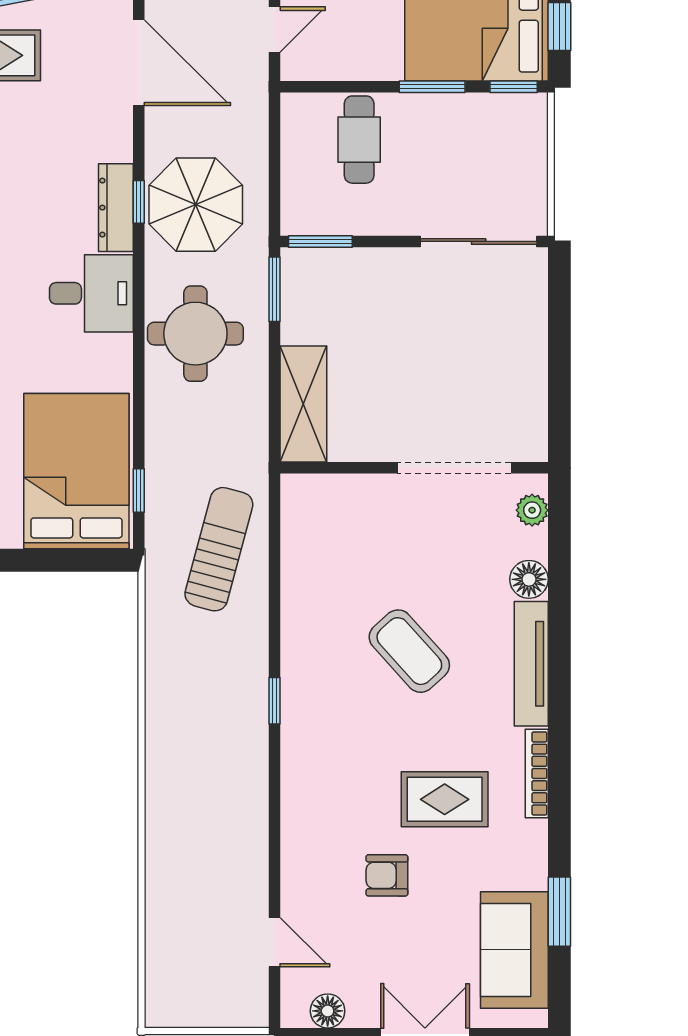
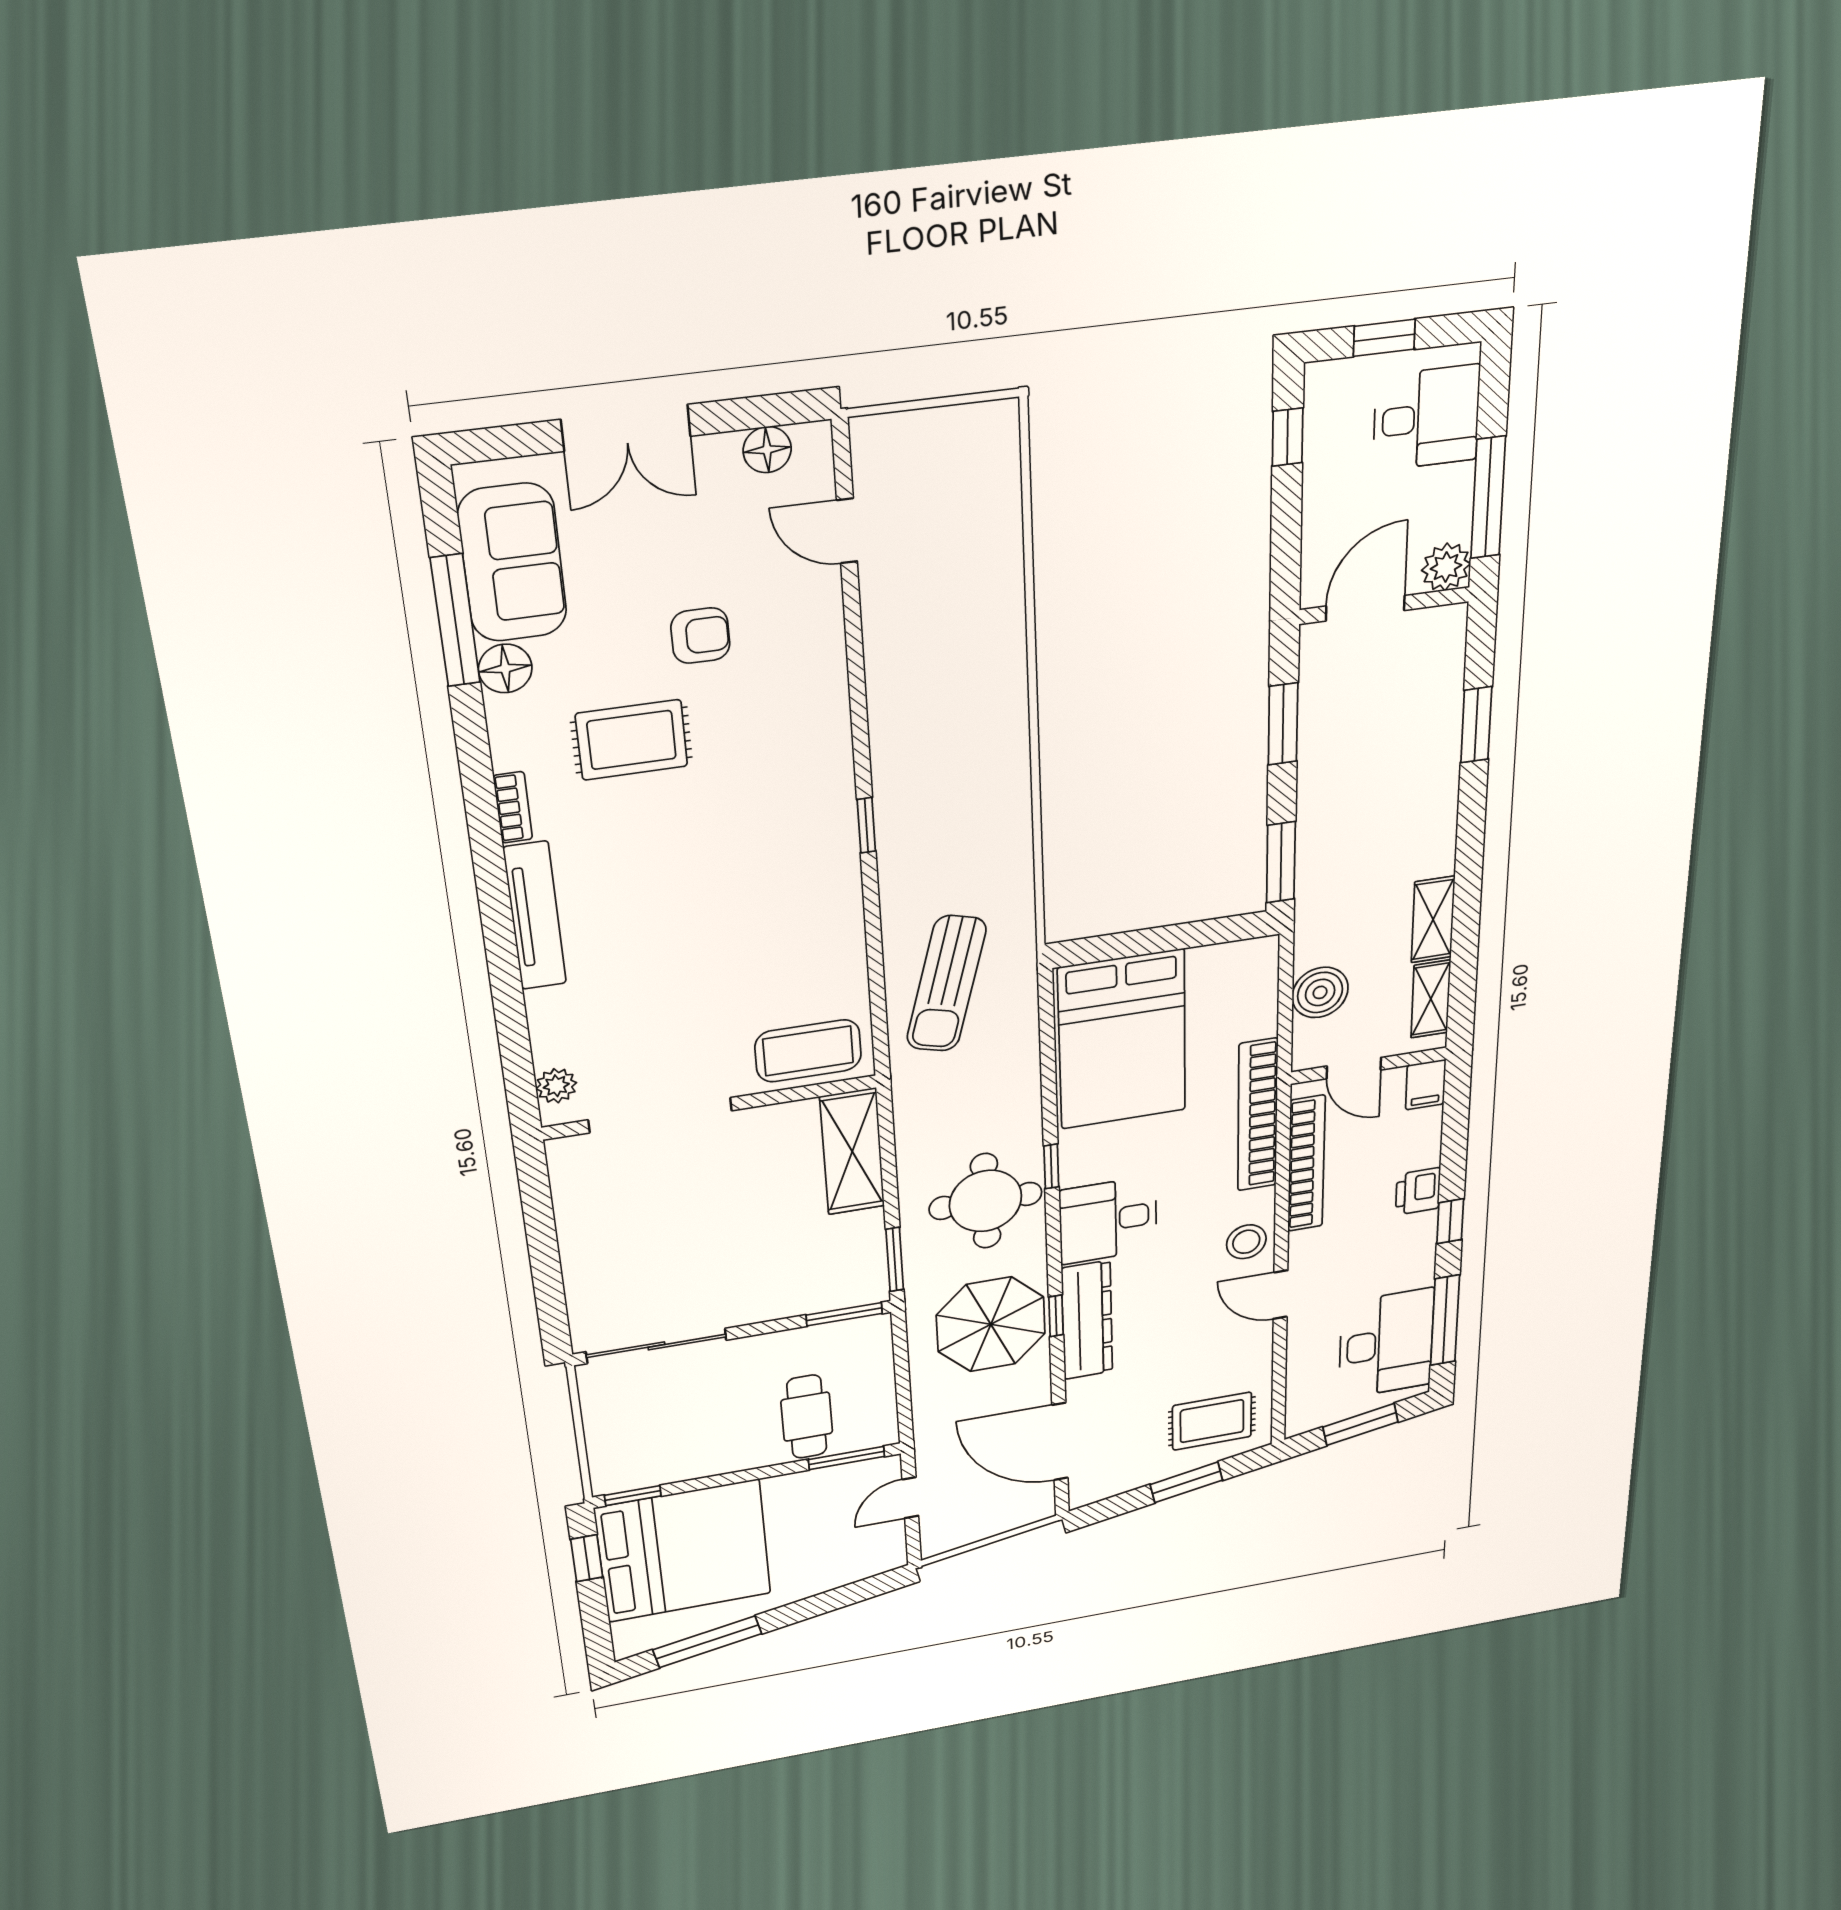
window: (432, 87) -> (847, 1458), moved
dresser: (116, 208) -> (1087, 1320), width x1.37, depth x1.24
window: (139, 490) -> (1051, 1166), moved
floor lamp: (529, 579) -> (505, 668), moved
coffee table: (409, 651) -> (808, 1051), moved, turned -48
bookcase: (537, 773) -> (513, 807), width x0.64
window: (559, 912) -> (455, 620), width x1.44

